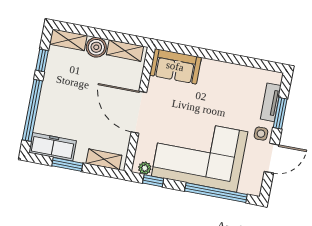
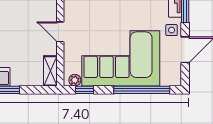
door: (139, 112) -> (60, 32), width x0.53
shelving: (104, 159) -> (50, 71), moved, turned 90

